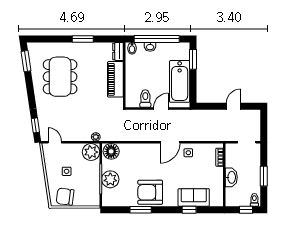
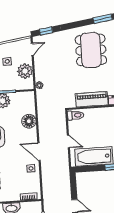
dining table: (60, 77) -> (91, 50), turned 90
toilet: (145, 99) -> (76, 115), moved
floor lamp: (111, 151) -> (29, 121), moved
plant: (91, 152) -> (25, 71), moved

